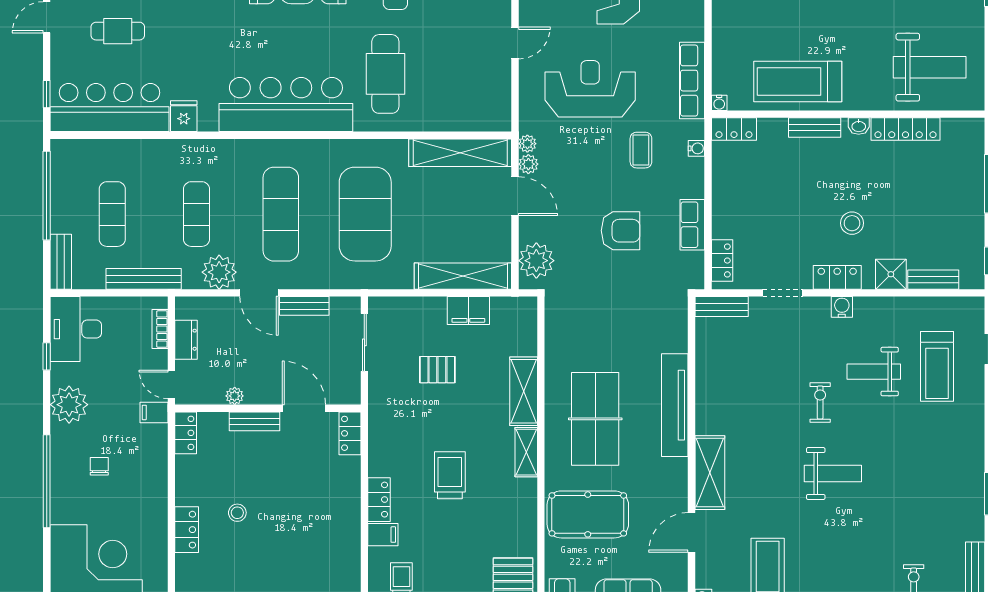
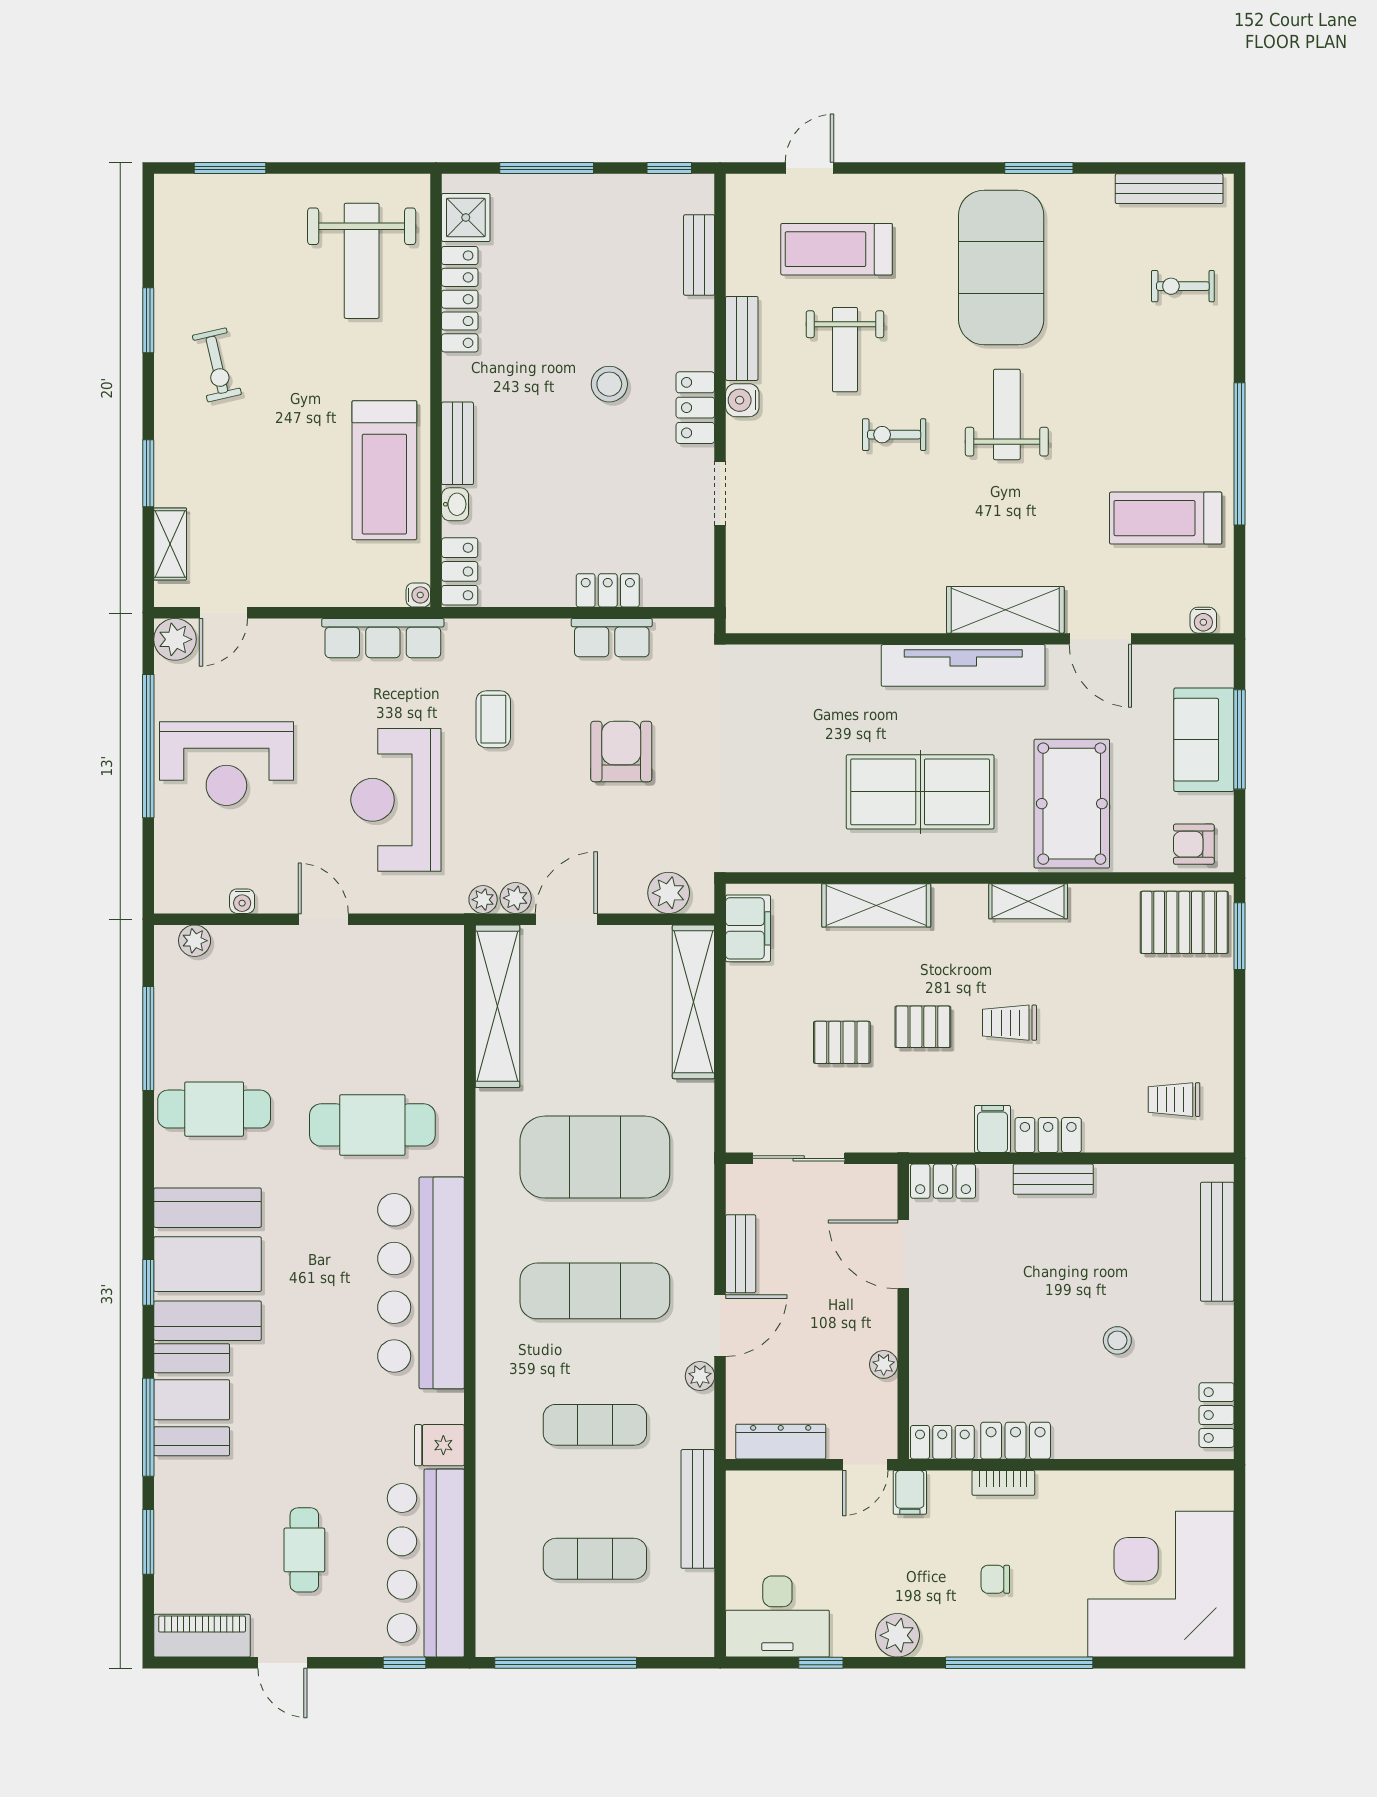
weight bench: (930, 67) -> (362, 261), turned 180
washbasin: (859, 126) -> (455, 504), moved
water cooler: (696, 148) -> (491, 631), removed
coffee table: (641, 150) -> (493, 719), turned 90
plant: (536, 261) -> (669, 893), width x0.73, depth x0.73
locker: (722, 261) -> (608, 590), moved
bench: (61, 262) -> (671, 1640), removed
plant: (219, 272) -> (700, 1376), width x0.53, depth x0.53
shower: (891, 274) -> (466, 217), moved
bench: (722, 307) -> (742, 338), moved
filing cabinet: (468, 310) -> (748, 928), moved
bookcase: (160, 329) -> (1003, 1483), moved
dresser: (186, 340) -> (781, 1442), width x1.44
treadmill: (937, 366) -> (837, 249), turned 180
pallet: (437, 370) -> (842, 1042), turned 90
plant: (69, 405) -> (897, 1635), width x0.73, depth x0.73
tv unit: (675, 405) -> (963, 665), moved
door: (304, 408) -> (903, 1254), hinge flipped
bench: (254, 421) -> (1053, 1179), moved, turned 90
pallet: (447, 421) -> (923, 1027), added
shelving: (526, 452) -> (1028, 901), moved
exercise mat: (925, 470) -> (1001, 267), added
trolley: (450, 475) -> (1010, 1023), width x0.73, depth x0.72
stool: (237, 513) -> (1117, 1340), moved
locker: (187, 530) -> (1016, 1441), moved
filing cabinet: (383, 535) -> (993, 1129), moved

